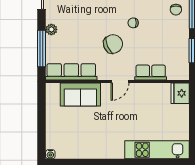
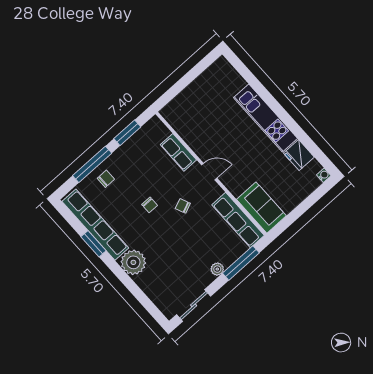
chair: (113, 44) -> (183, 206), width x0.54, depth x0.54
fridge: (180, 93) -> (299, 155), moved, turned 90
sofa: (80, 94) -> (261, 208), moved
kitchen unit: (157, 150) -> (266, 118), moved

